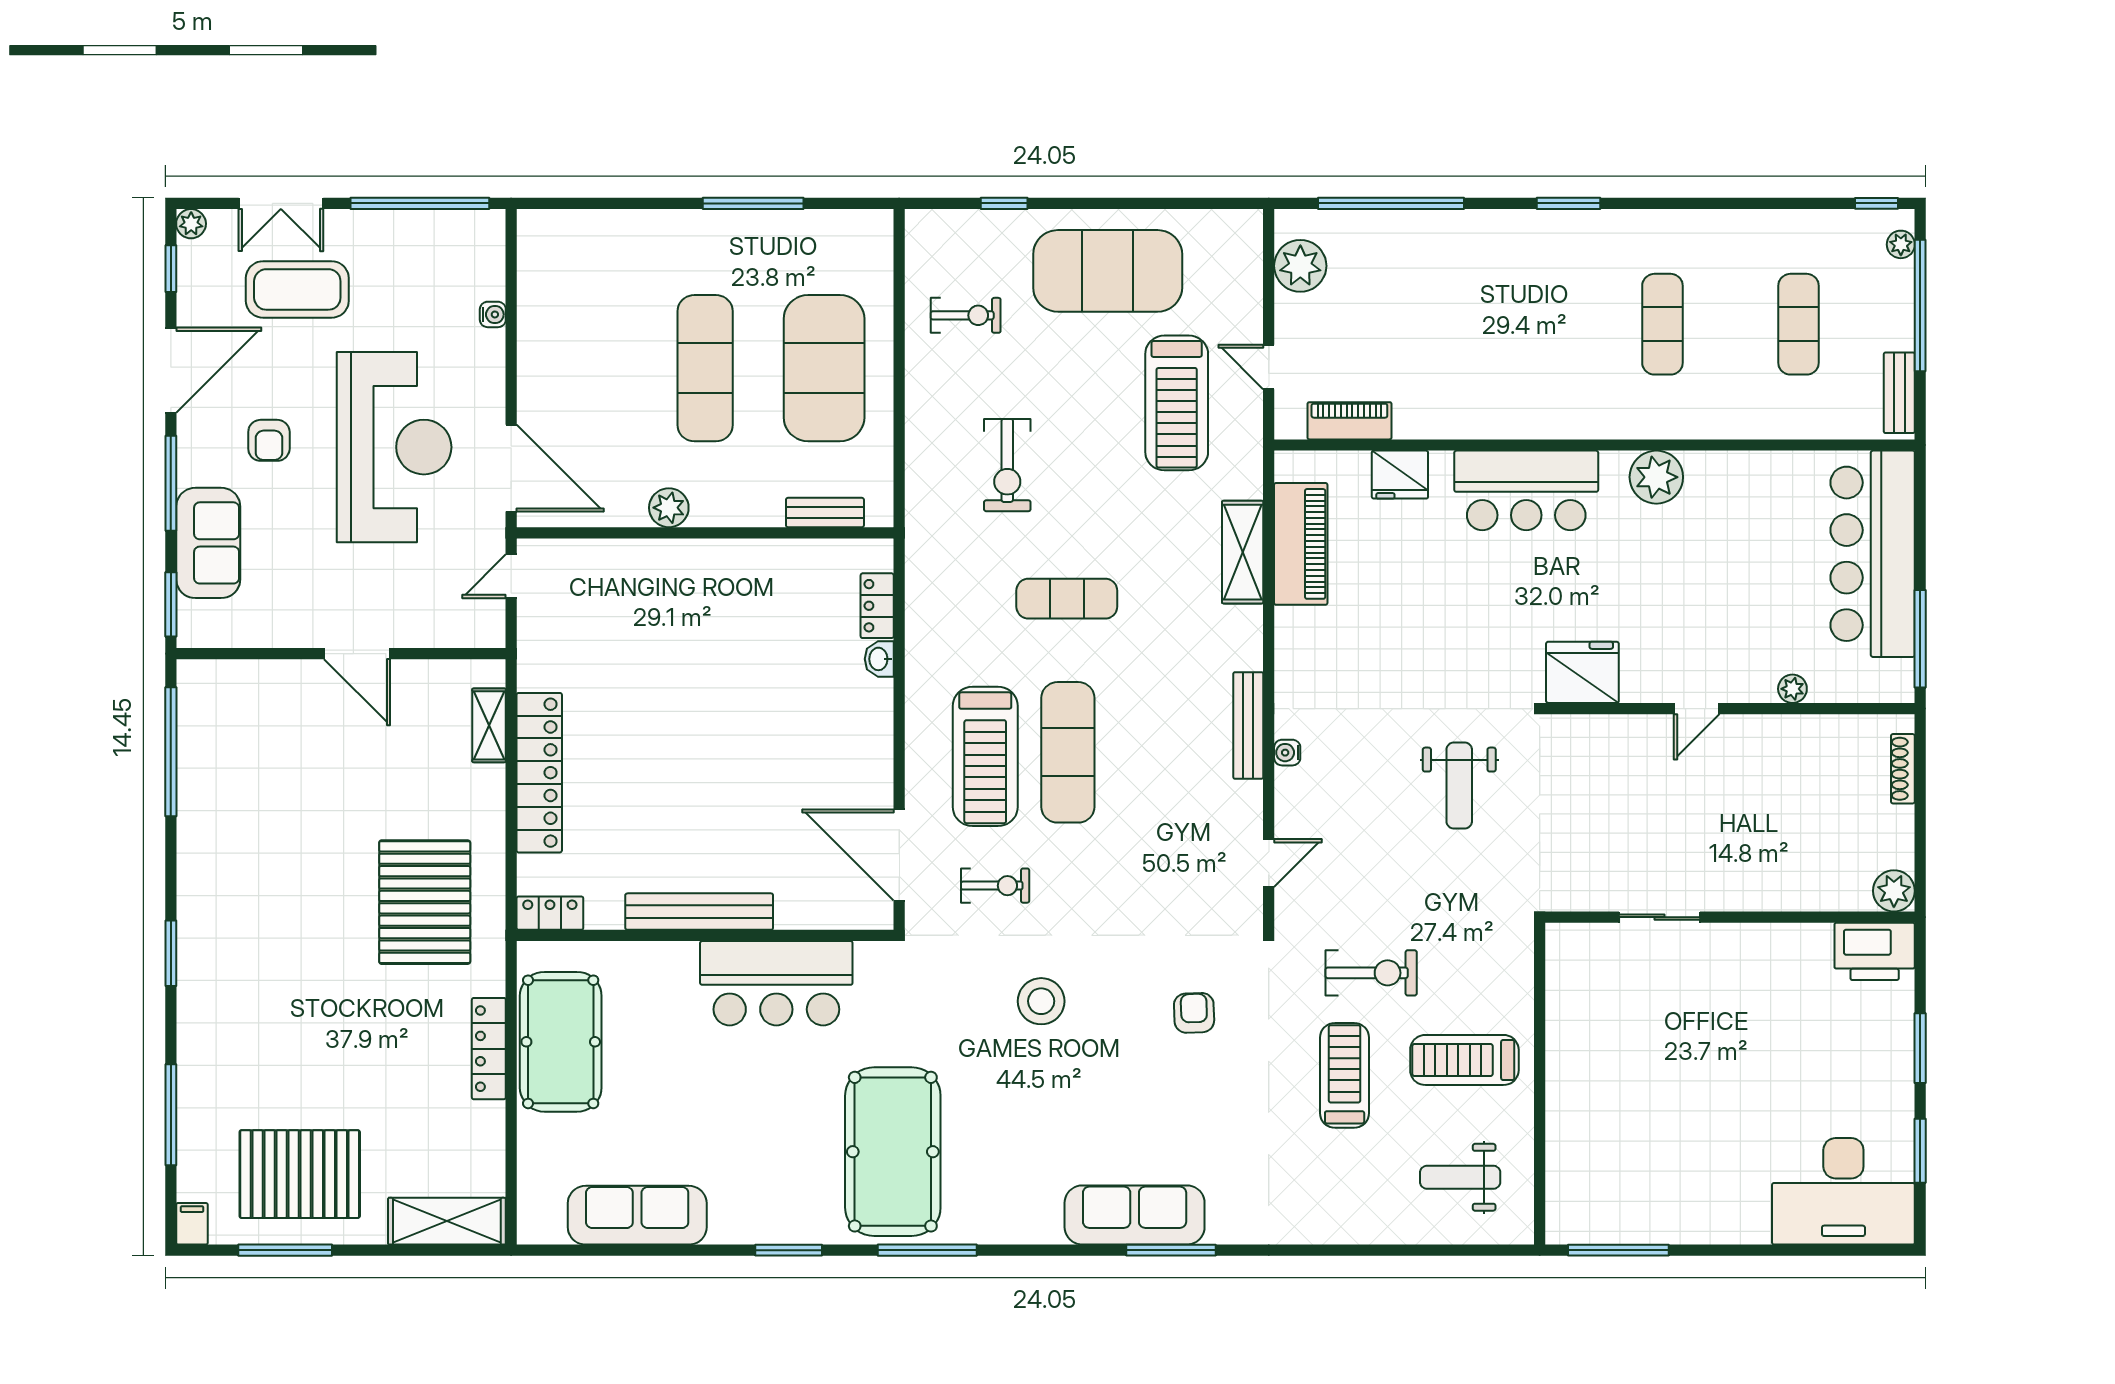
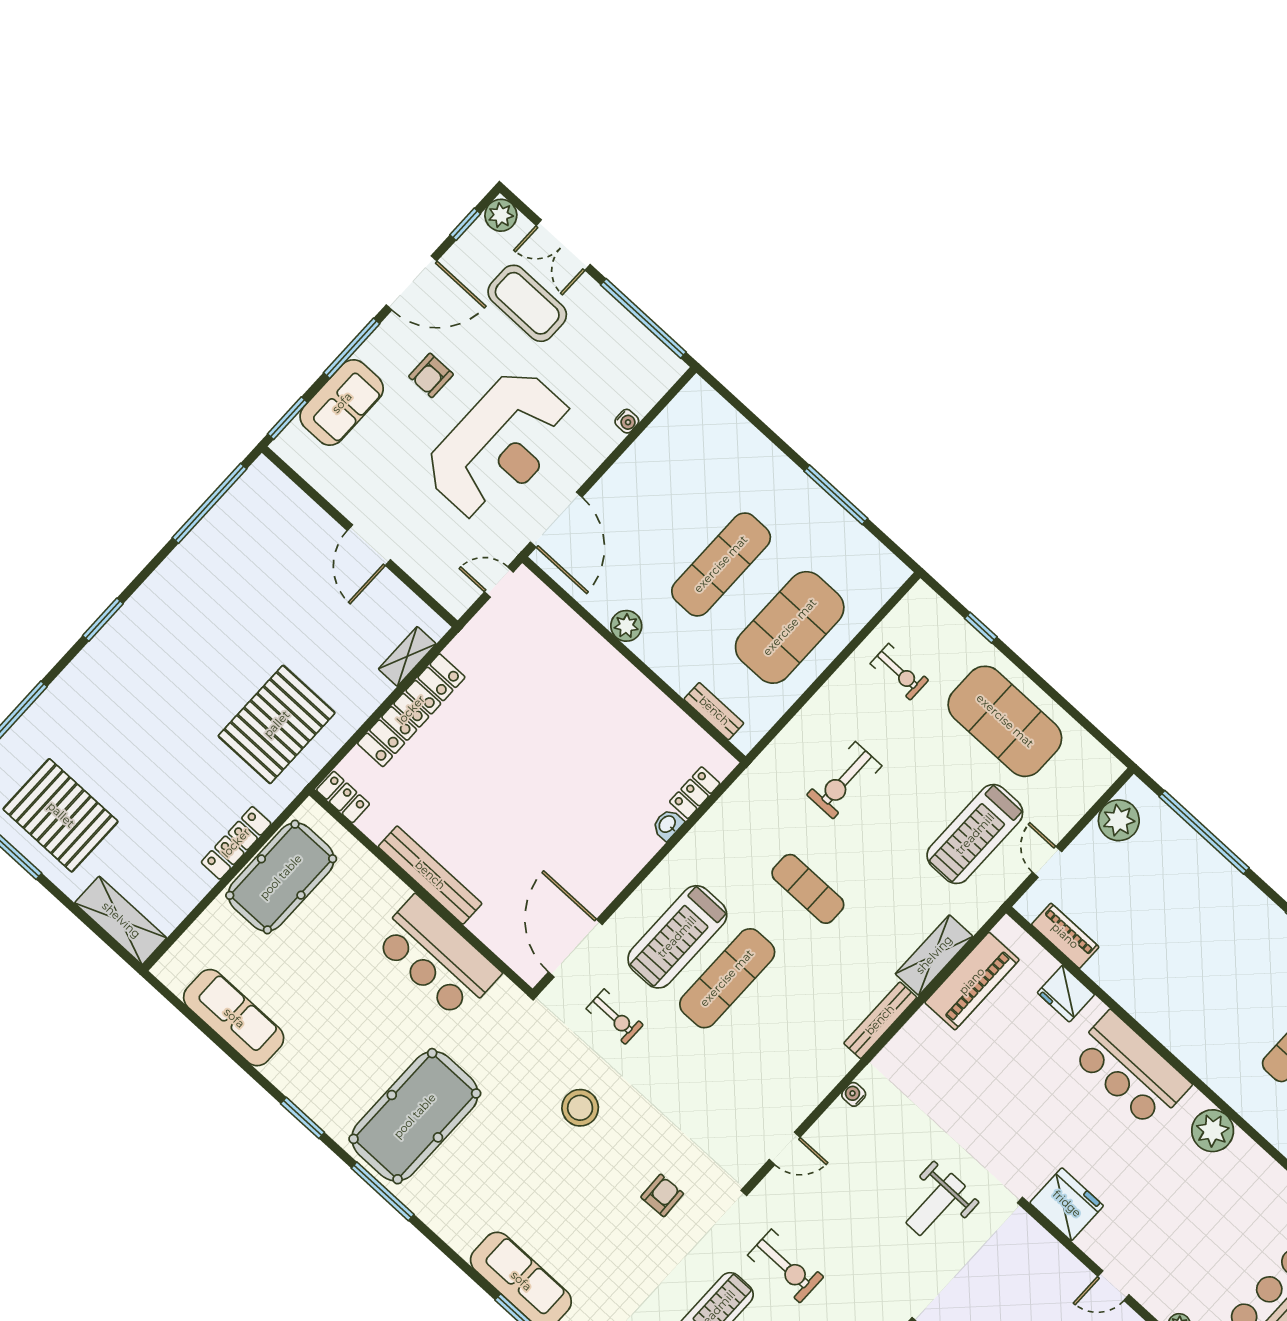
plant: (191, 224) -> (501, 215), width x1.38, depth x1.38
bench: (1248, 725) -> (880, 1020), moved

